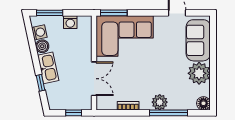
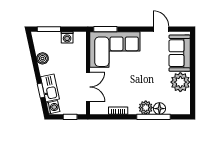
washing machine: (39, 32) -> (53, 107), moved
kitchen sink: (48, 68) -> (50, 88), moved
floor lamp: (203, 103) -> (159, 109), moved

